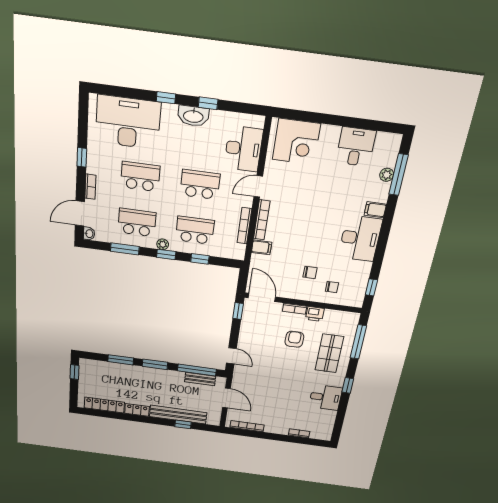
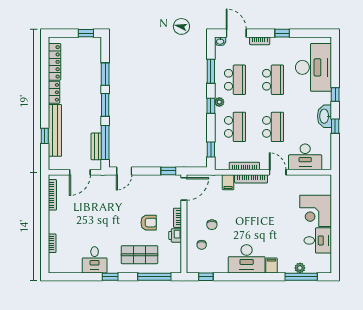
corner desk: (296, 142) -> (316, 211), moved
window: (200, 259) -> (211, 149), moved

